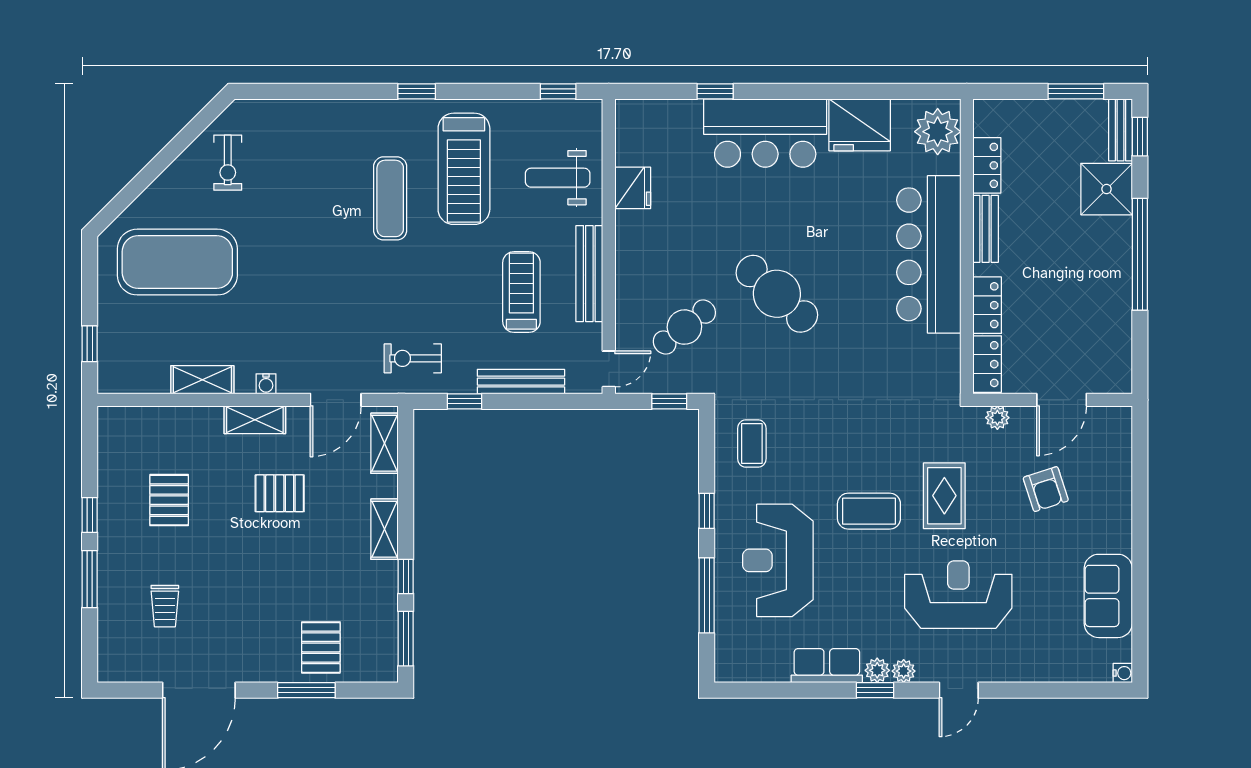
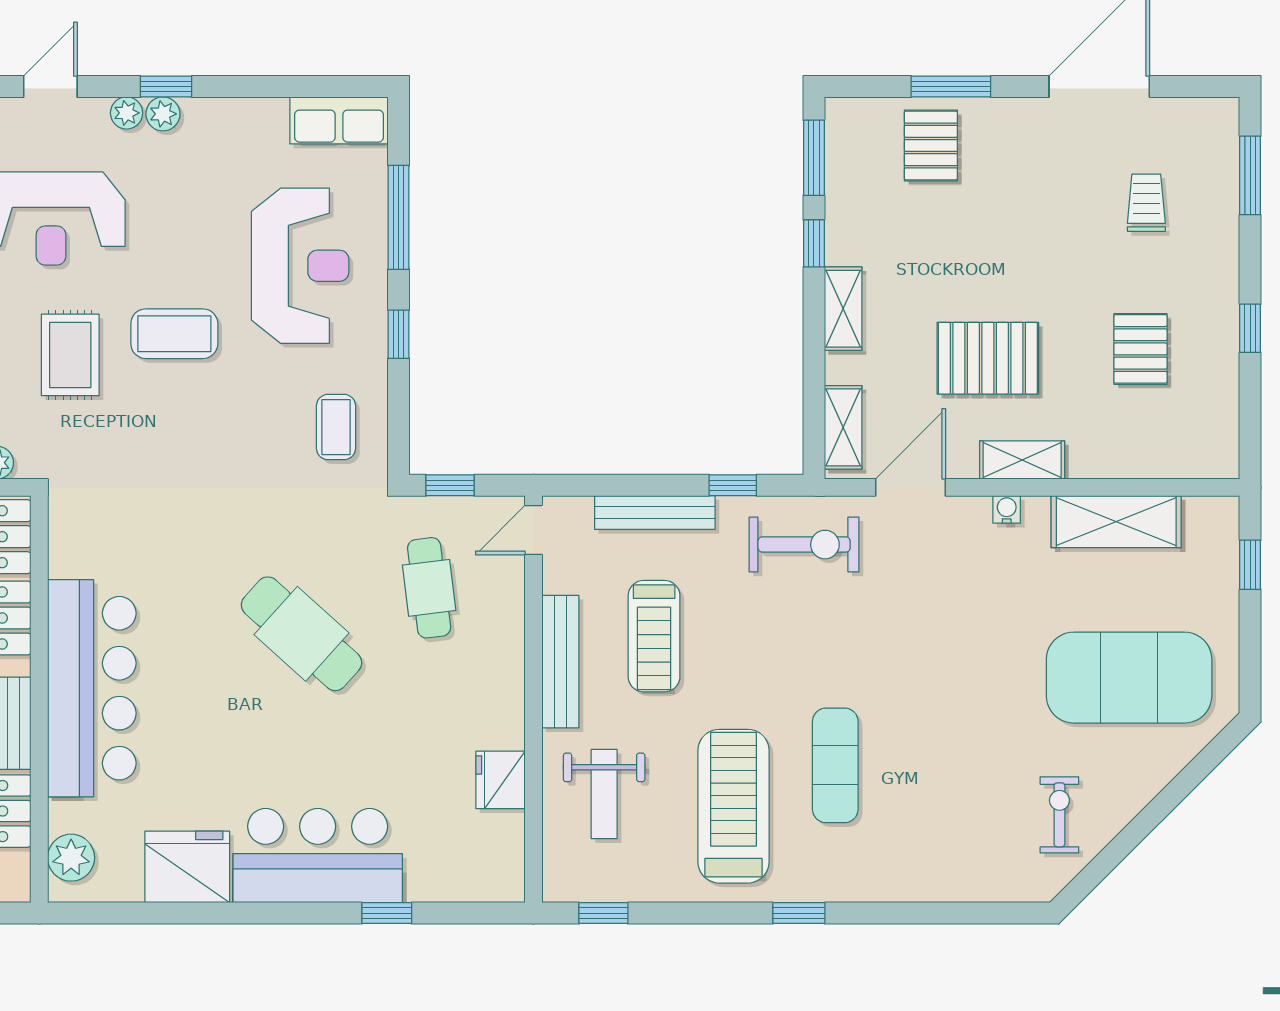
plant: (938, 132) -> (71, 858), width x0.73, depth x0.73
weight bench: (558, 178) -> (604, 794), turned 90
cafe table: (684, 327) -> (429, 588), turned -59
exercise bike: (413, 358) -> (804, 545), width x1.38, depth x1.39
shelving: (202, 380) -> (1116, 522), width x1.50, depth x1.33
pallet: (280, 493) -> (988, 358), width x1.50, depth x1.42
window: (90, 579) -> (1250, 175), moved
row of seats: (827, 666) -> (339, 120), moved

